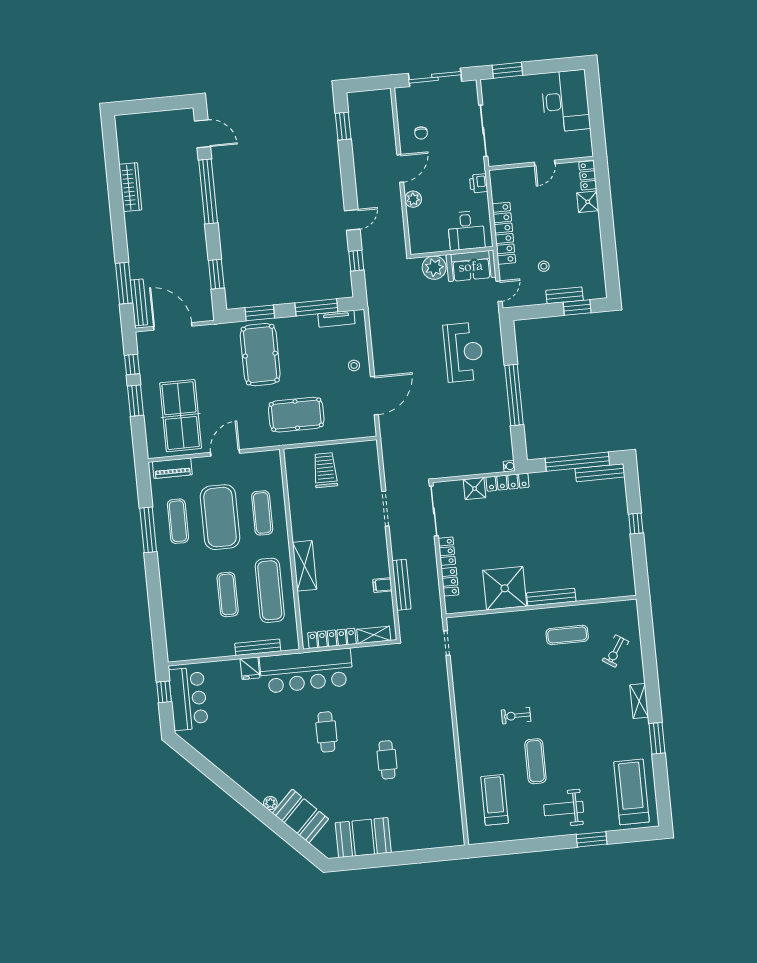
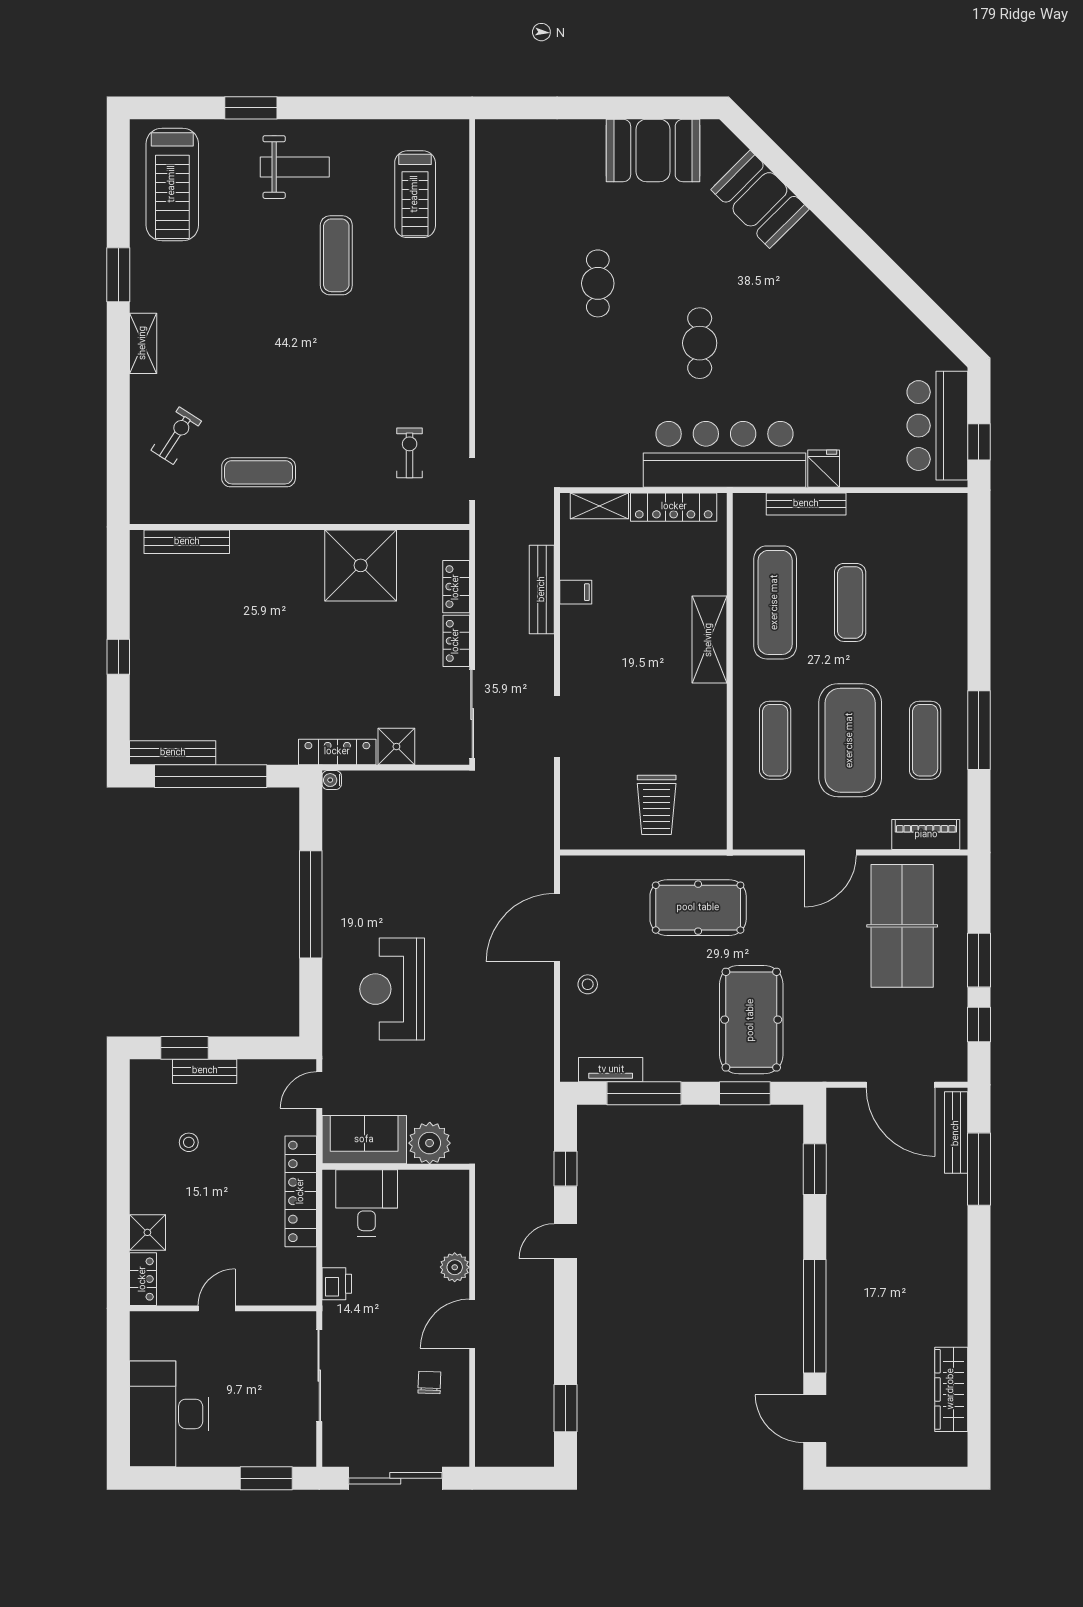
wardrobe: (130, 187) -> (951, 1389), moved
stool: (544, 266) -> (189, 1142), moved
bench: (551, 597) -> (187, 542), moved
exercise bike: (516, 716) -> (410, 453), moved, turned -90
plant: (270, 803) -> (811, 227), removed

